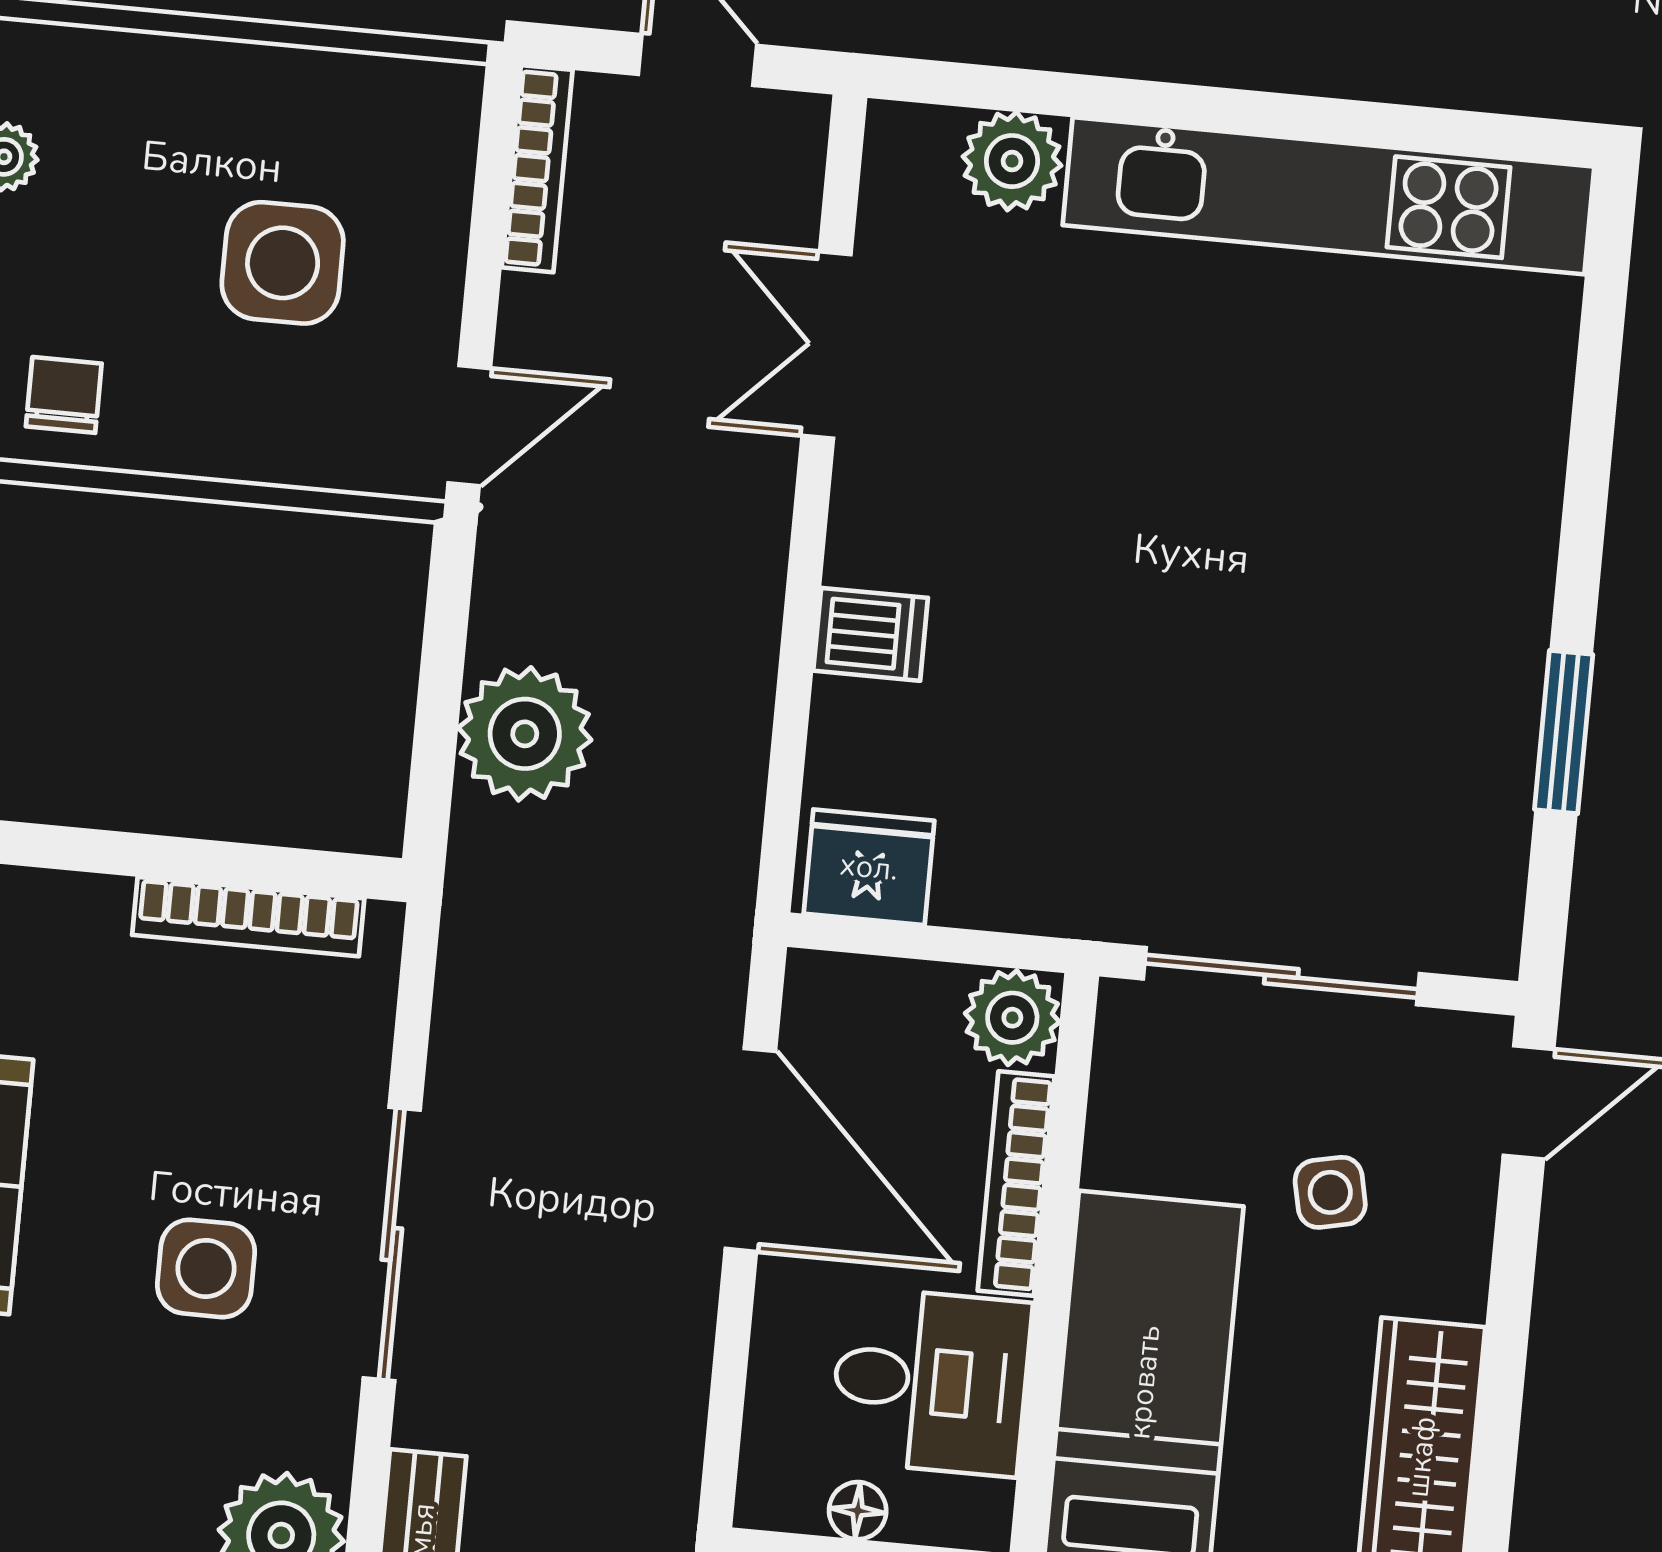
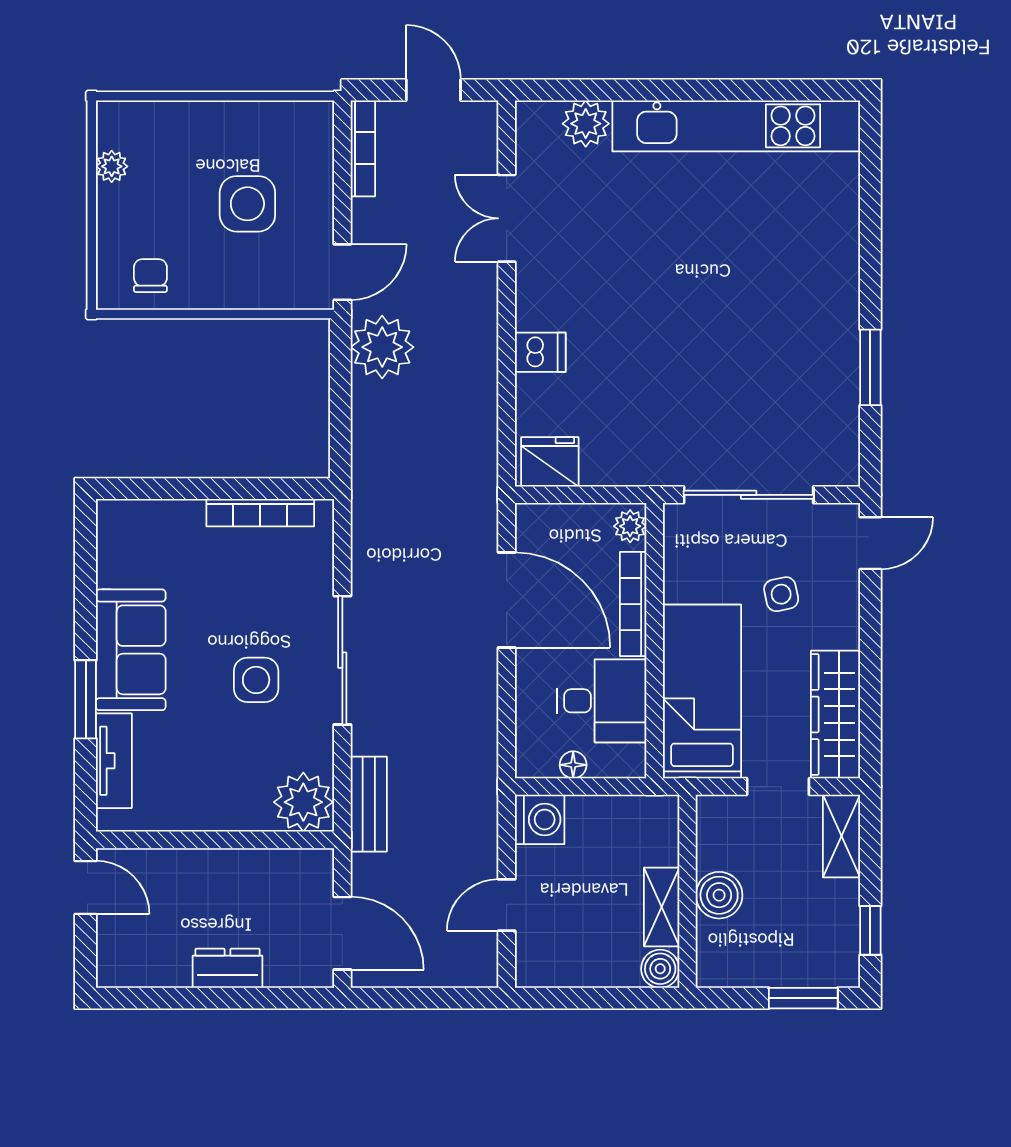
plant: (525, 734) -> (382, 347), moved
plant: (1012, 1018) -> (630, 526), width x0.73, depth x0.73

